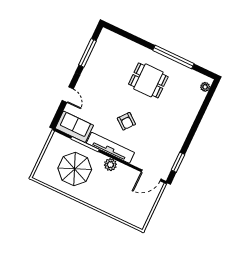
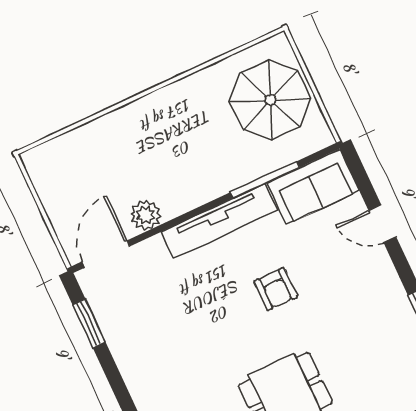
armchair: (126, 121) -> (276, 289), moved, turned -129
plant: (110, 165) -> (146, 215), moved
parasol: (75, 169) -> (270, 100), moved

